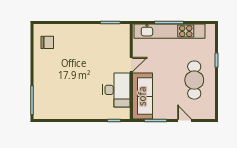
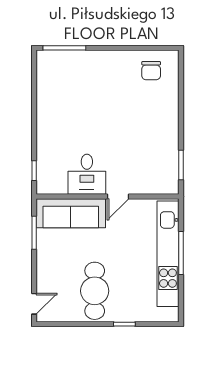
door: (131, 64) -> (118, 196), hinge flipped
cafe table: (194, 80) -> (95, 291), turned 90
desk: (116, 90) -> (87, 174), width x0.73
door: (185, 120) -> (34, 304), moved

